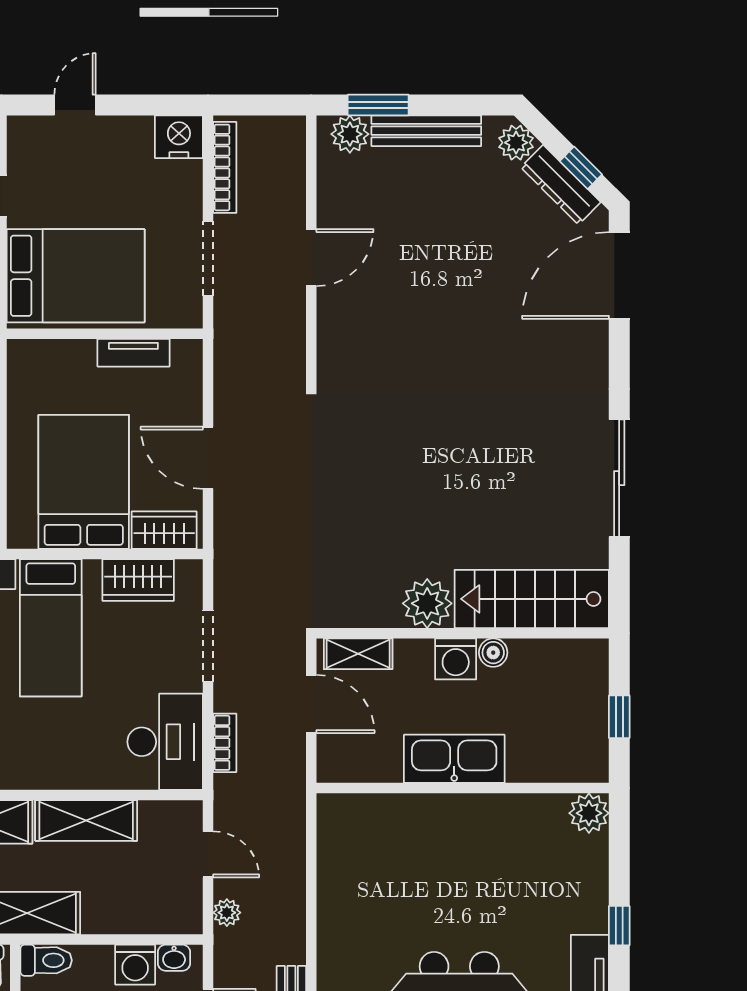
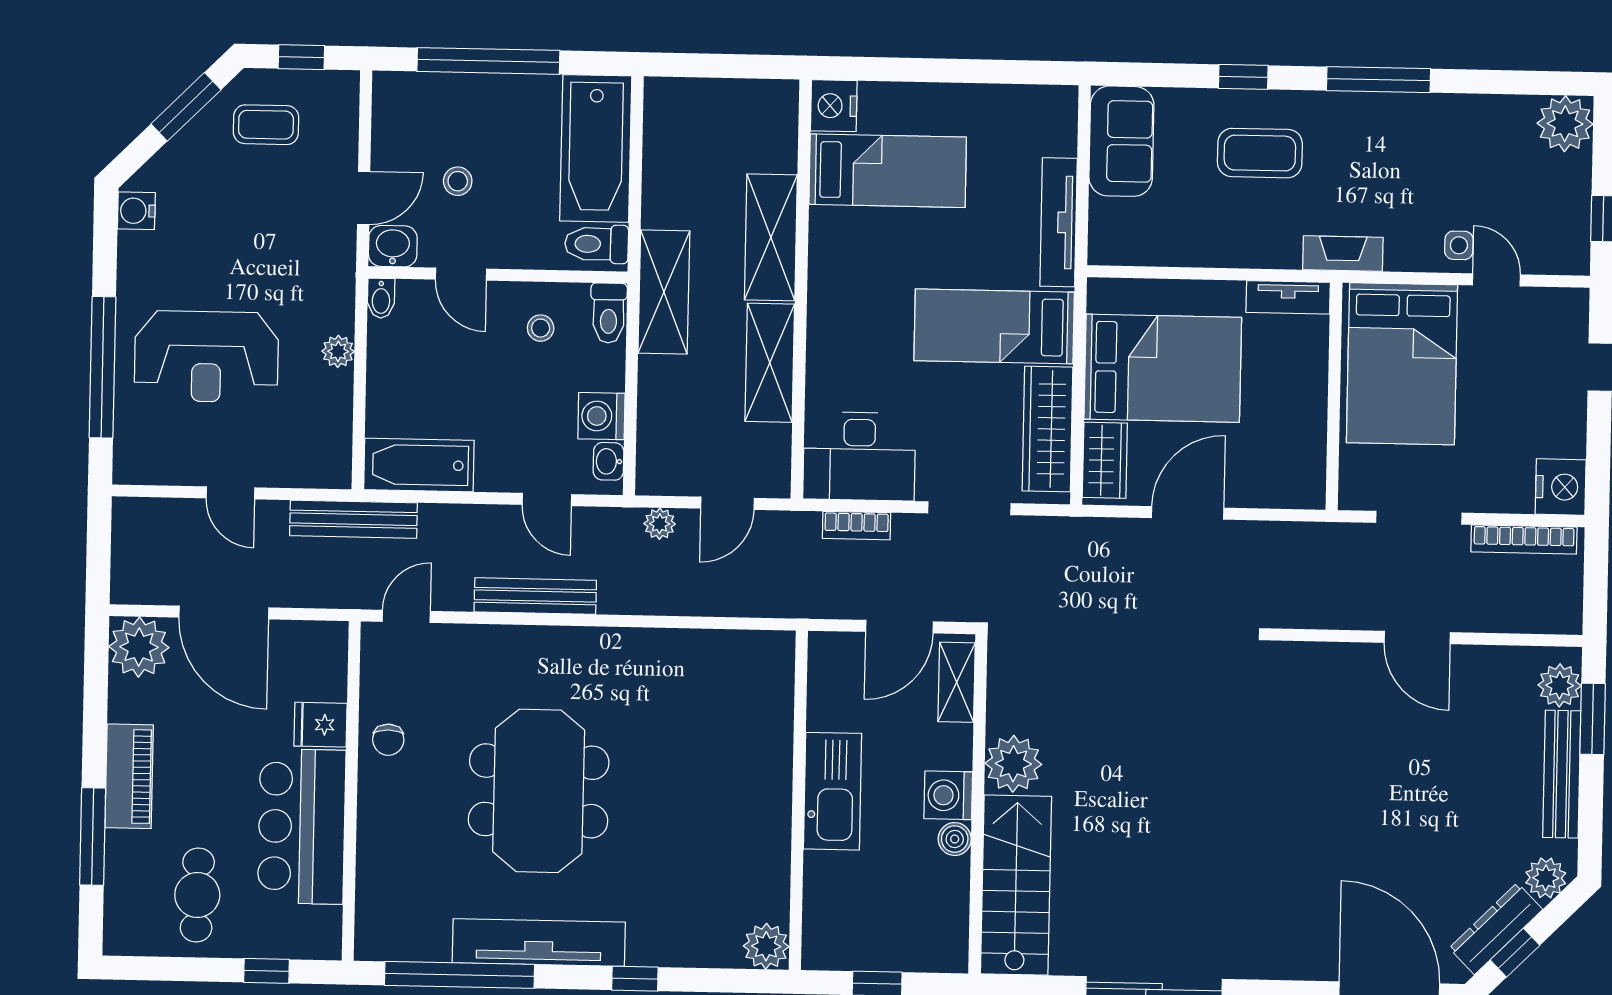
tv unit: (133, 353) -> (1288, 297), moved, turned -90
wardrobe: (138, 580) -> (1048, 429), width x1.50

